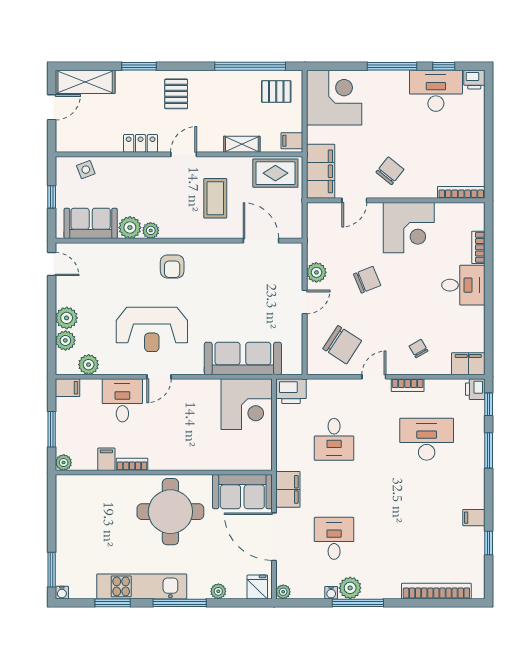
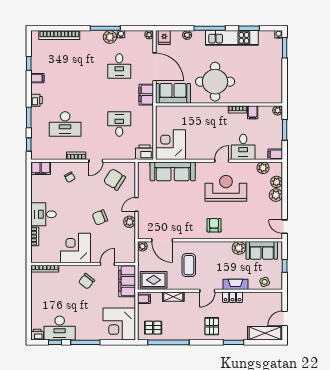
fireplace: (136, 165) -> (236, 284), added
plant: (151, 230) -> (142, 246), moved
printer: (475, 389) -> (37, 100), moved

